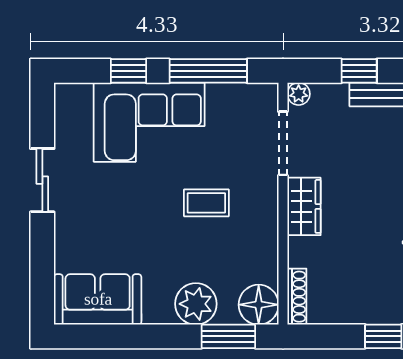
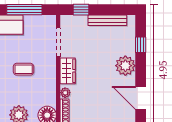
window: (359, 71) -> (81, 10), moved
plant: (299, 94) -> (65, 93), moved

